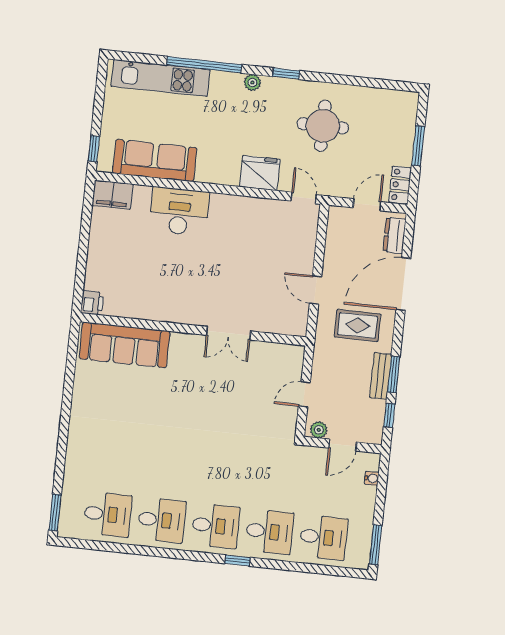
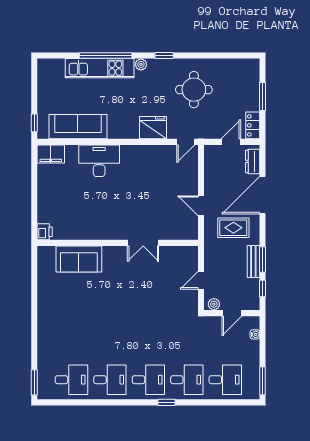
kitchen unit: (161, 78) -> (100, 68), moved
door: (304, 198) -> (186, 142), swing flipped
sofa: (125, 345) -> (79, 259), width x0.73

